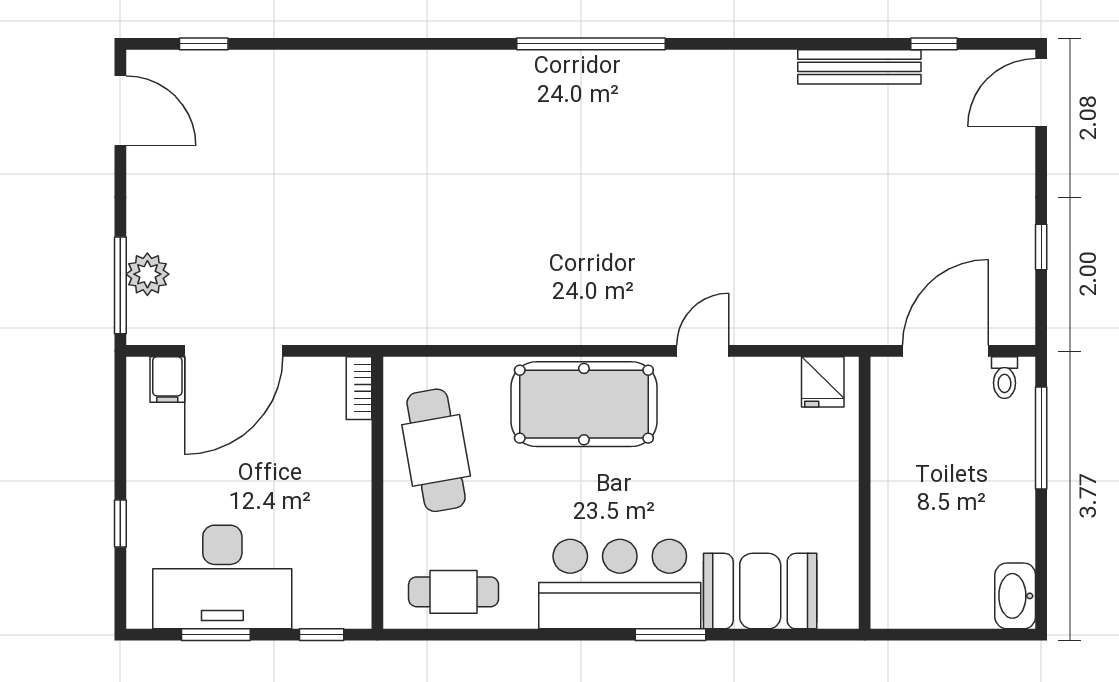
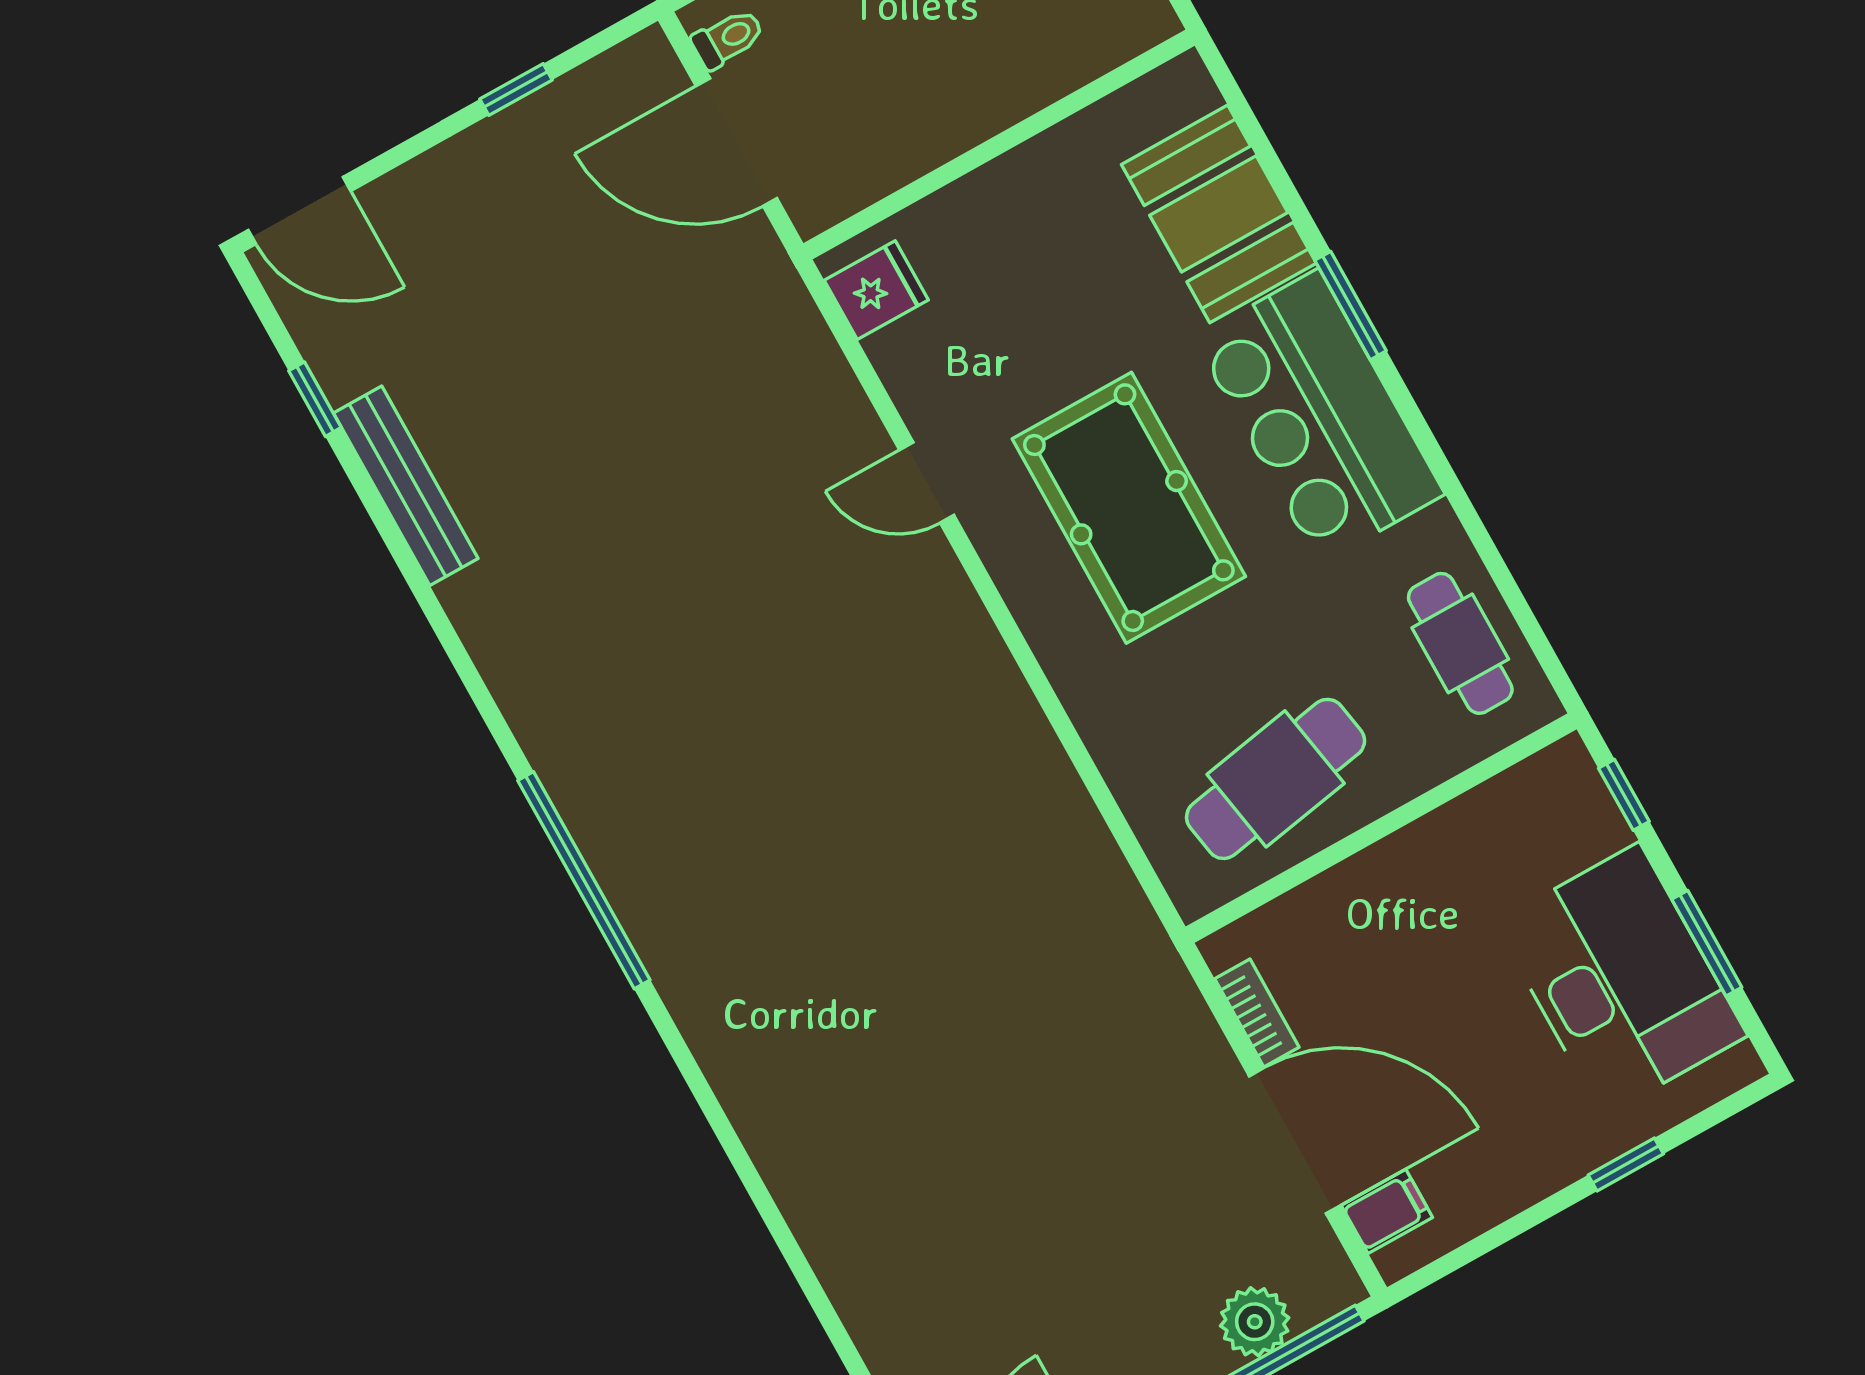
bookcase: (359, 388) -> (1257, 1013), moved, turned -90
pool table: (584, 404) -> (1129, 508), moved

